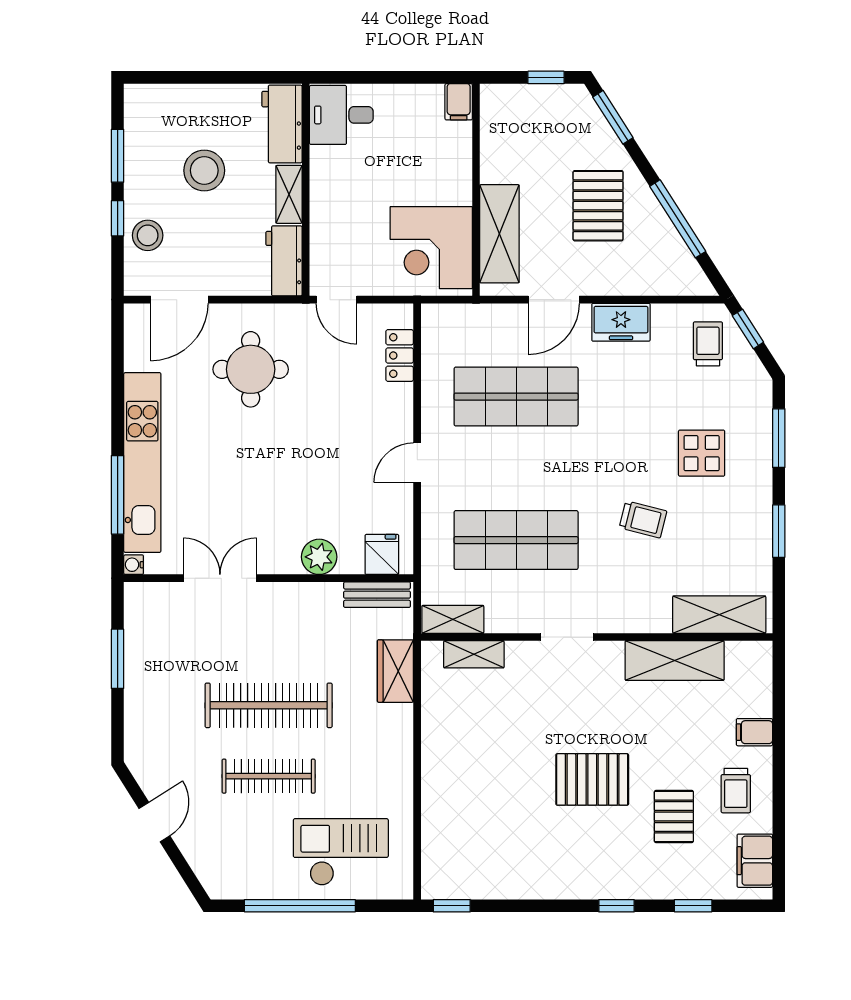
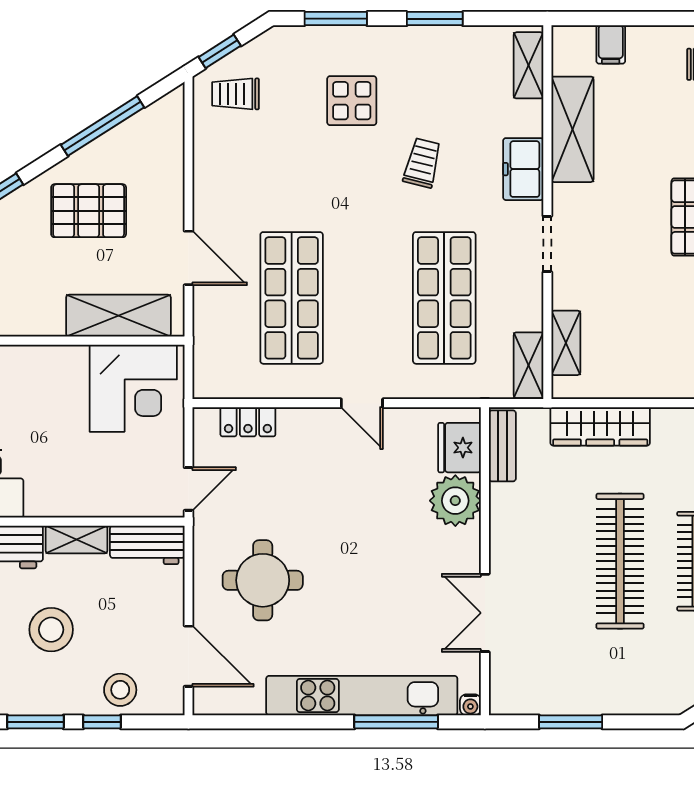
freezer: (621, 322) -> (523, 169), moved, turned 180
fridge: (382, 554) -> (460, 448), width x1.38
plant: (319, 557) -> (455, 501), width x1.36, depth x1.36
shelving: (719, 615) -> (529, 65), width x0.67, depth x0.75
wardrobe: (395, 671) -> (600, 426), width x1.50
filing cabinet: (754, 732) -> (611, 44), moved

